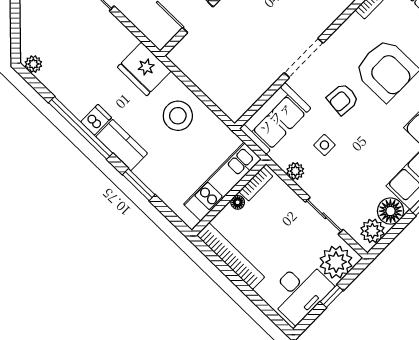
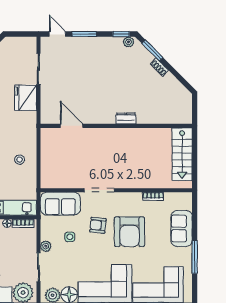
fridge: (144, 69) -> (26, 98), moved
stool: (178, 116) -> (20, 160), width x0.53, depth x0.53
plant: (295, 171) -> (46, 246), moved

